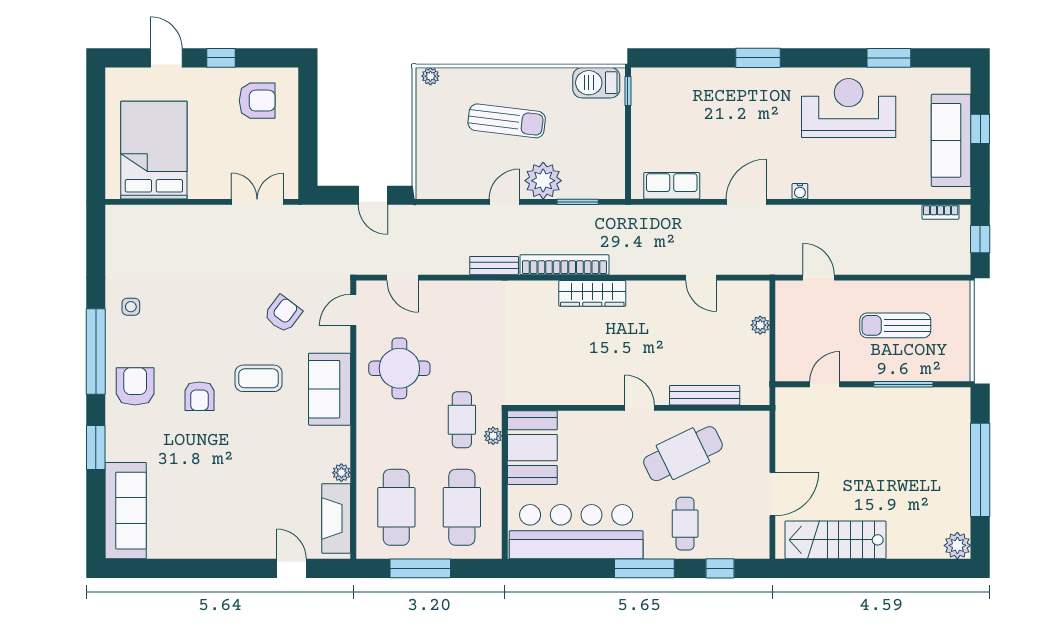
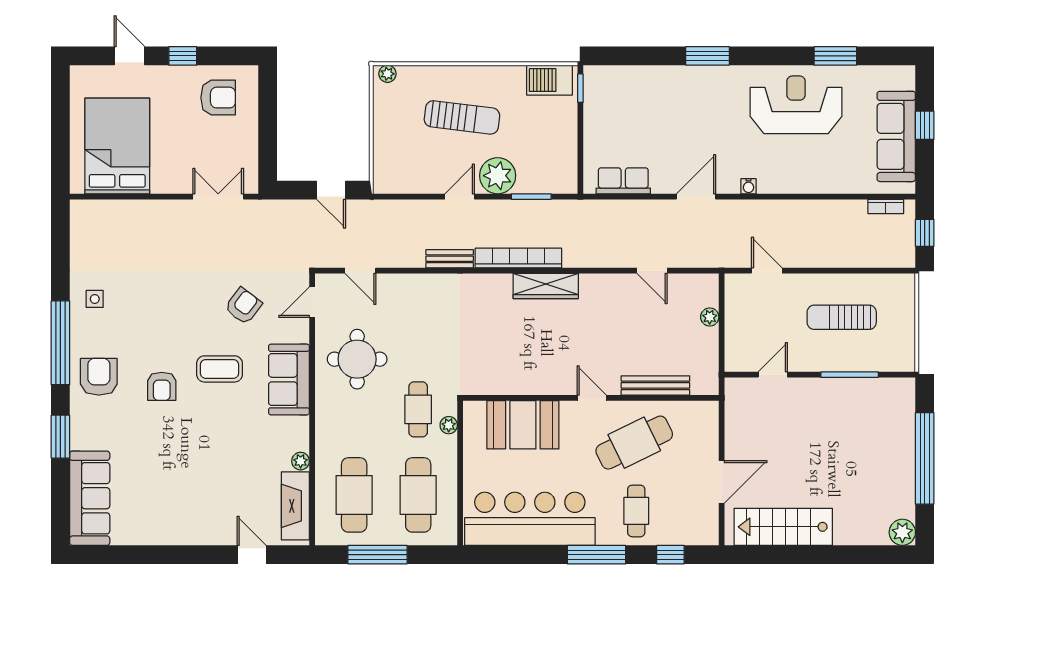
booth: (532, 448) -> (523, 425), moved, turned 90

